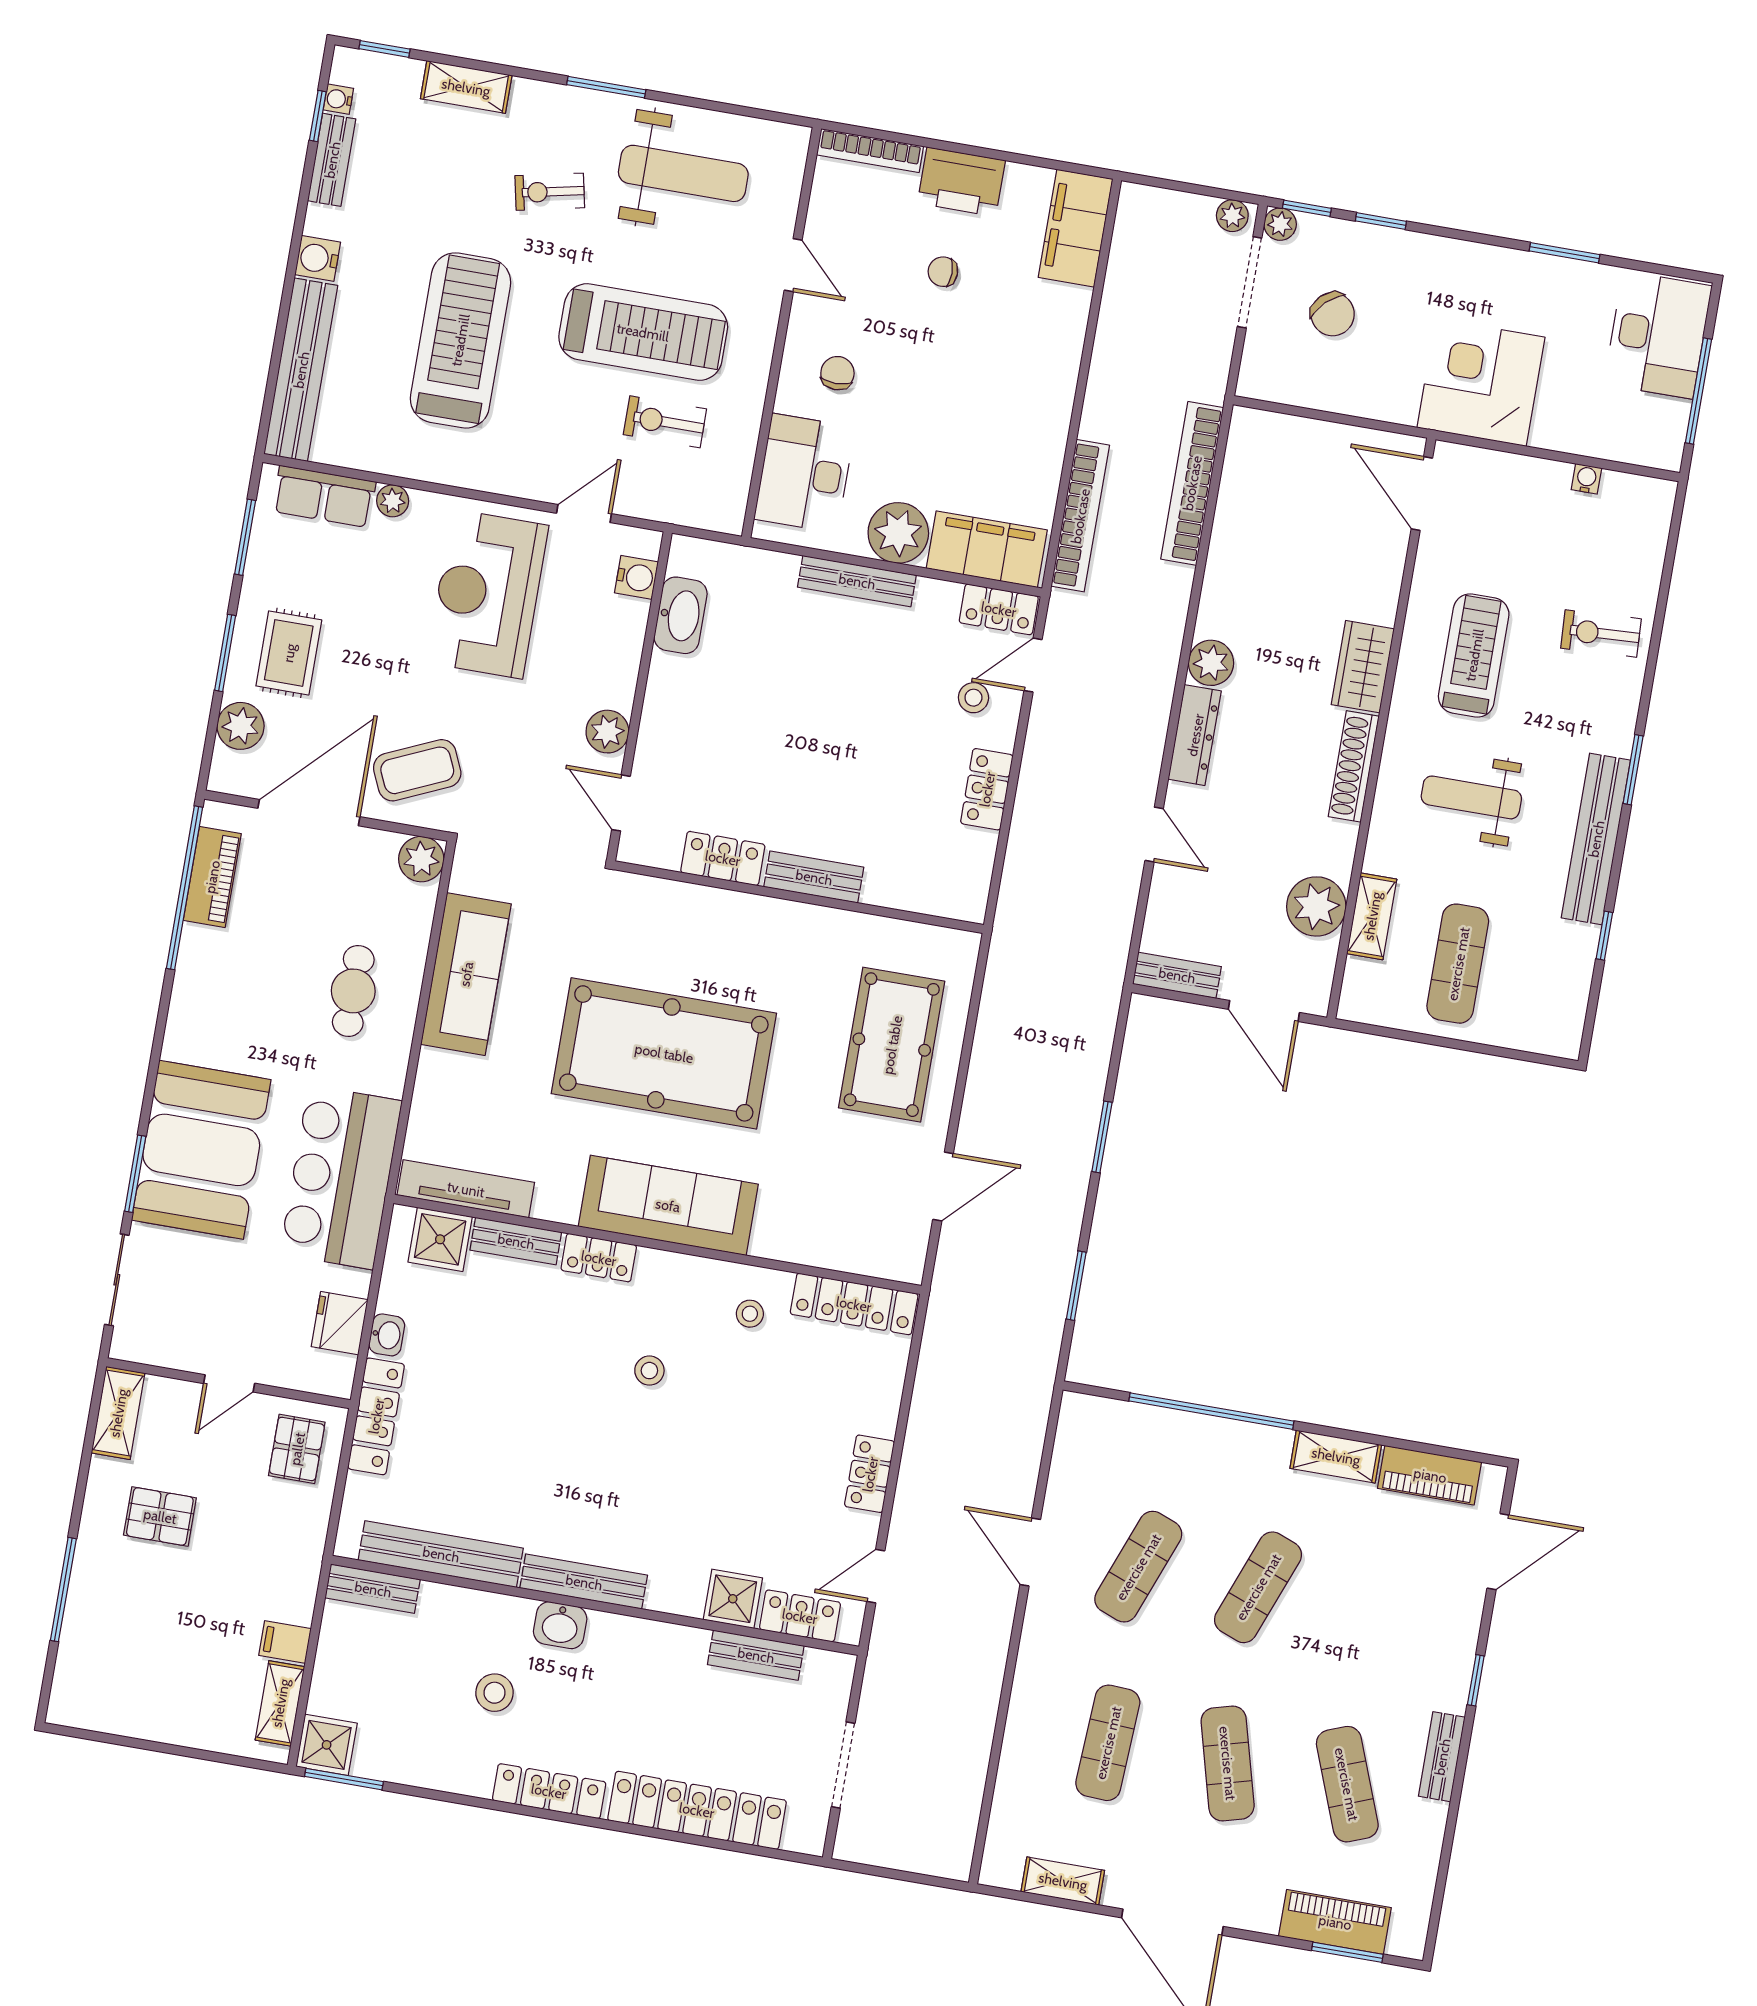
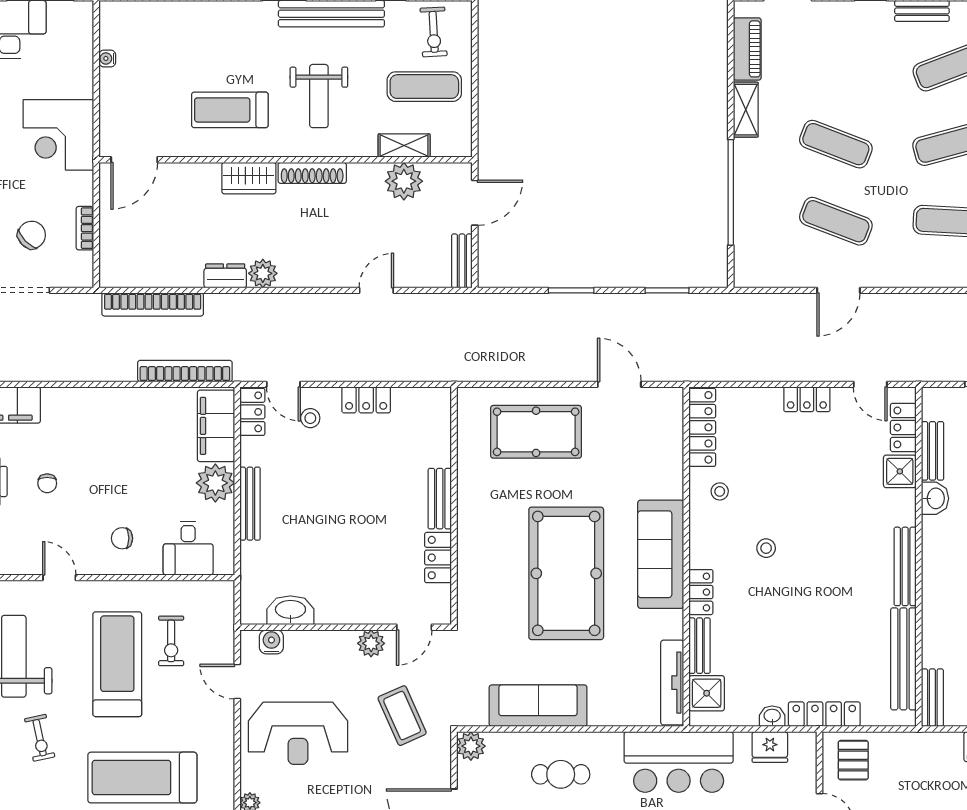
door: (793, 265) -> (59, 578), hinge flipped
bookcase: (1329, 399) -> (85, 228), added
desk: (804, 473) -> (188, 548), width x0.73
exercise bike: (1601, 633) -> (434, 32), moved
dresser: (1195, 735) -> (225, 276), moved, width x0.70
coffee table: (417, 770) -> (402, 716), moved
pallet: (297, 1449) -> (853, 760), turned 90
washbasin: (560, 1625) -> (935, 498), moved

